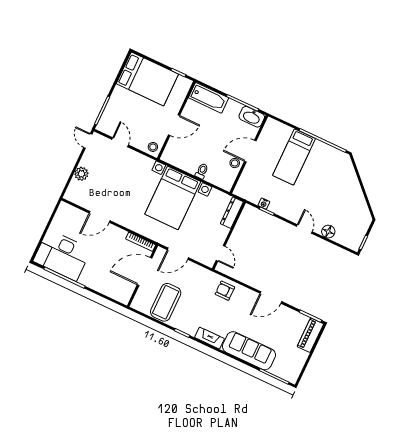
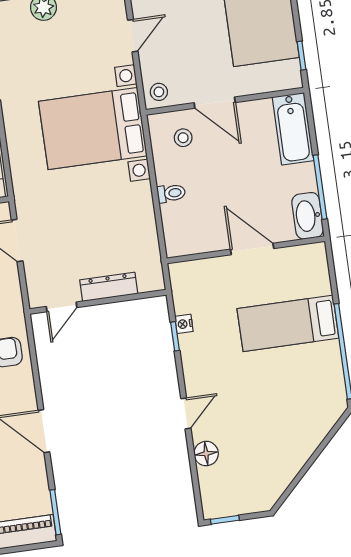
stool: (235, 163) -> (183, 138), moved
bed with nightstands: (173, 198) -> (93, 129), moved
dresser: (232, 213) -> (109, 287), moved

